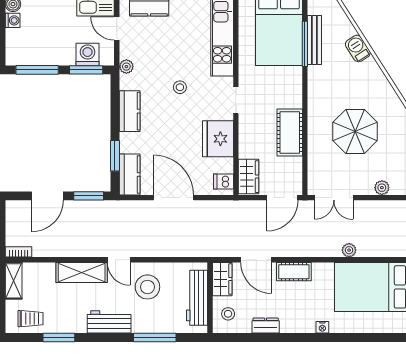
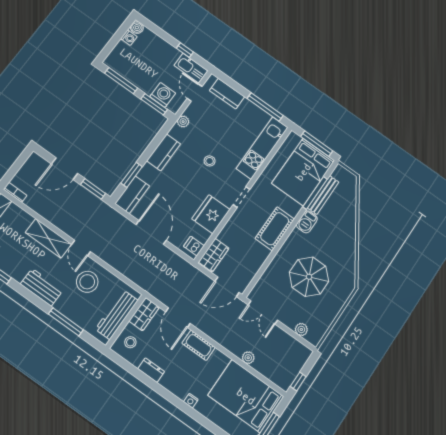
barbecue: (358, 48) -> (307, 222), moved, turned -147
cot: (290, 132) -> (275, 229), moved

